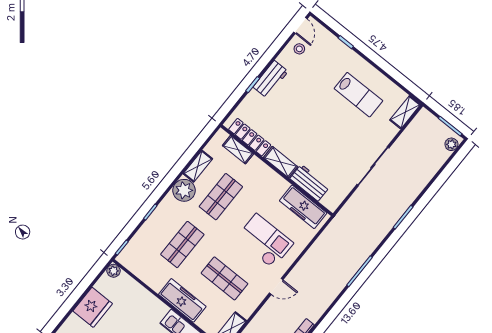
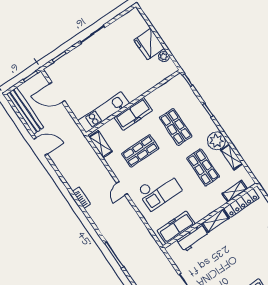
plant: (114, 271) -> (164, 57), moved

